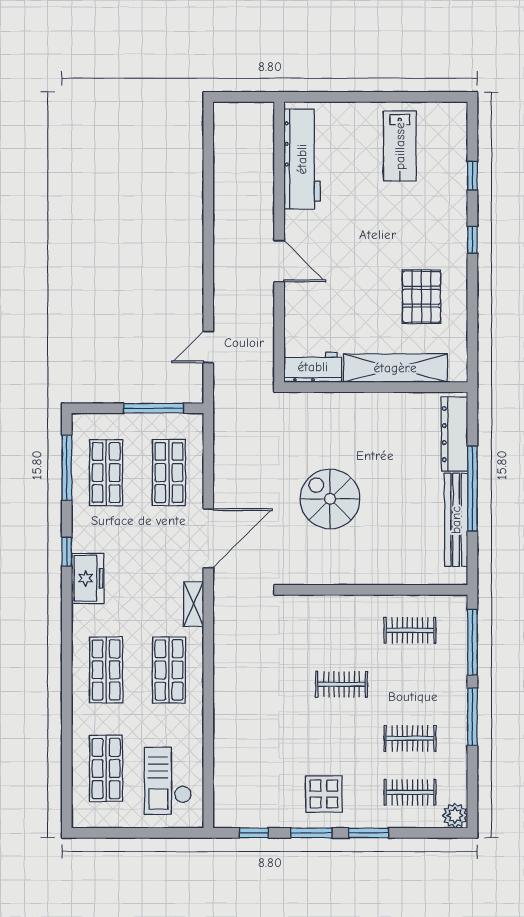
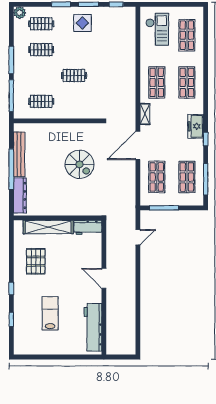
lab bench: (400, 146) -> (50, 313), moved

